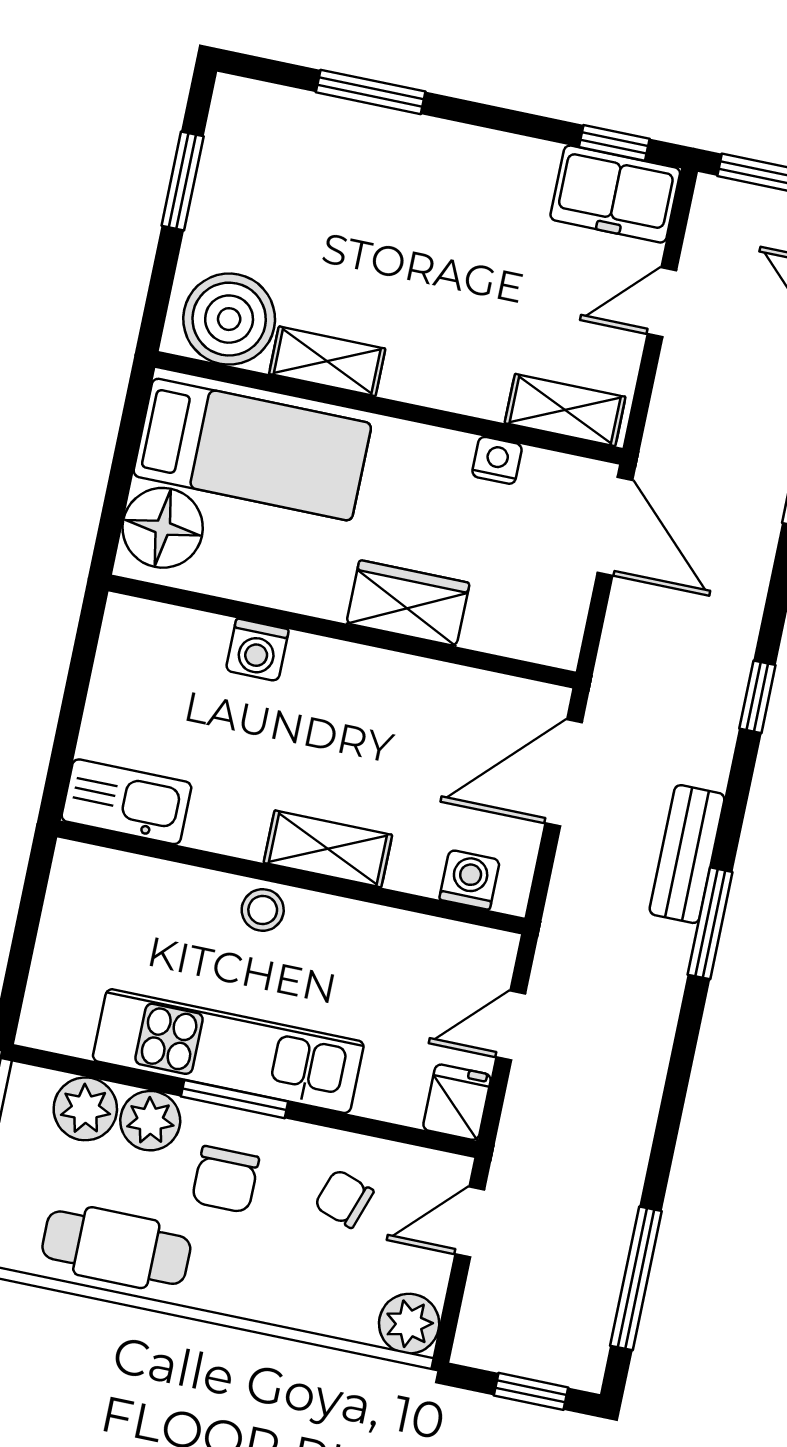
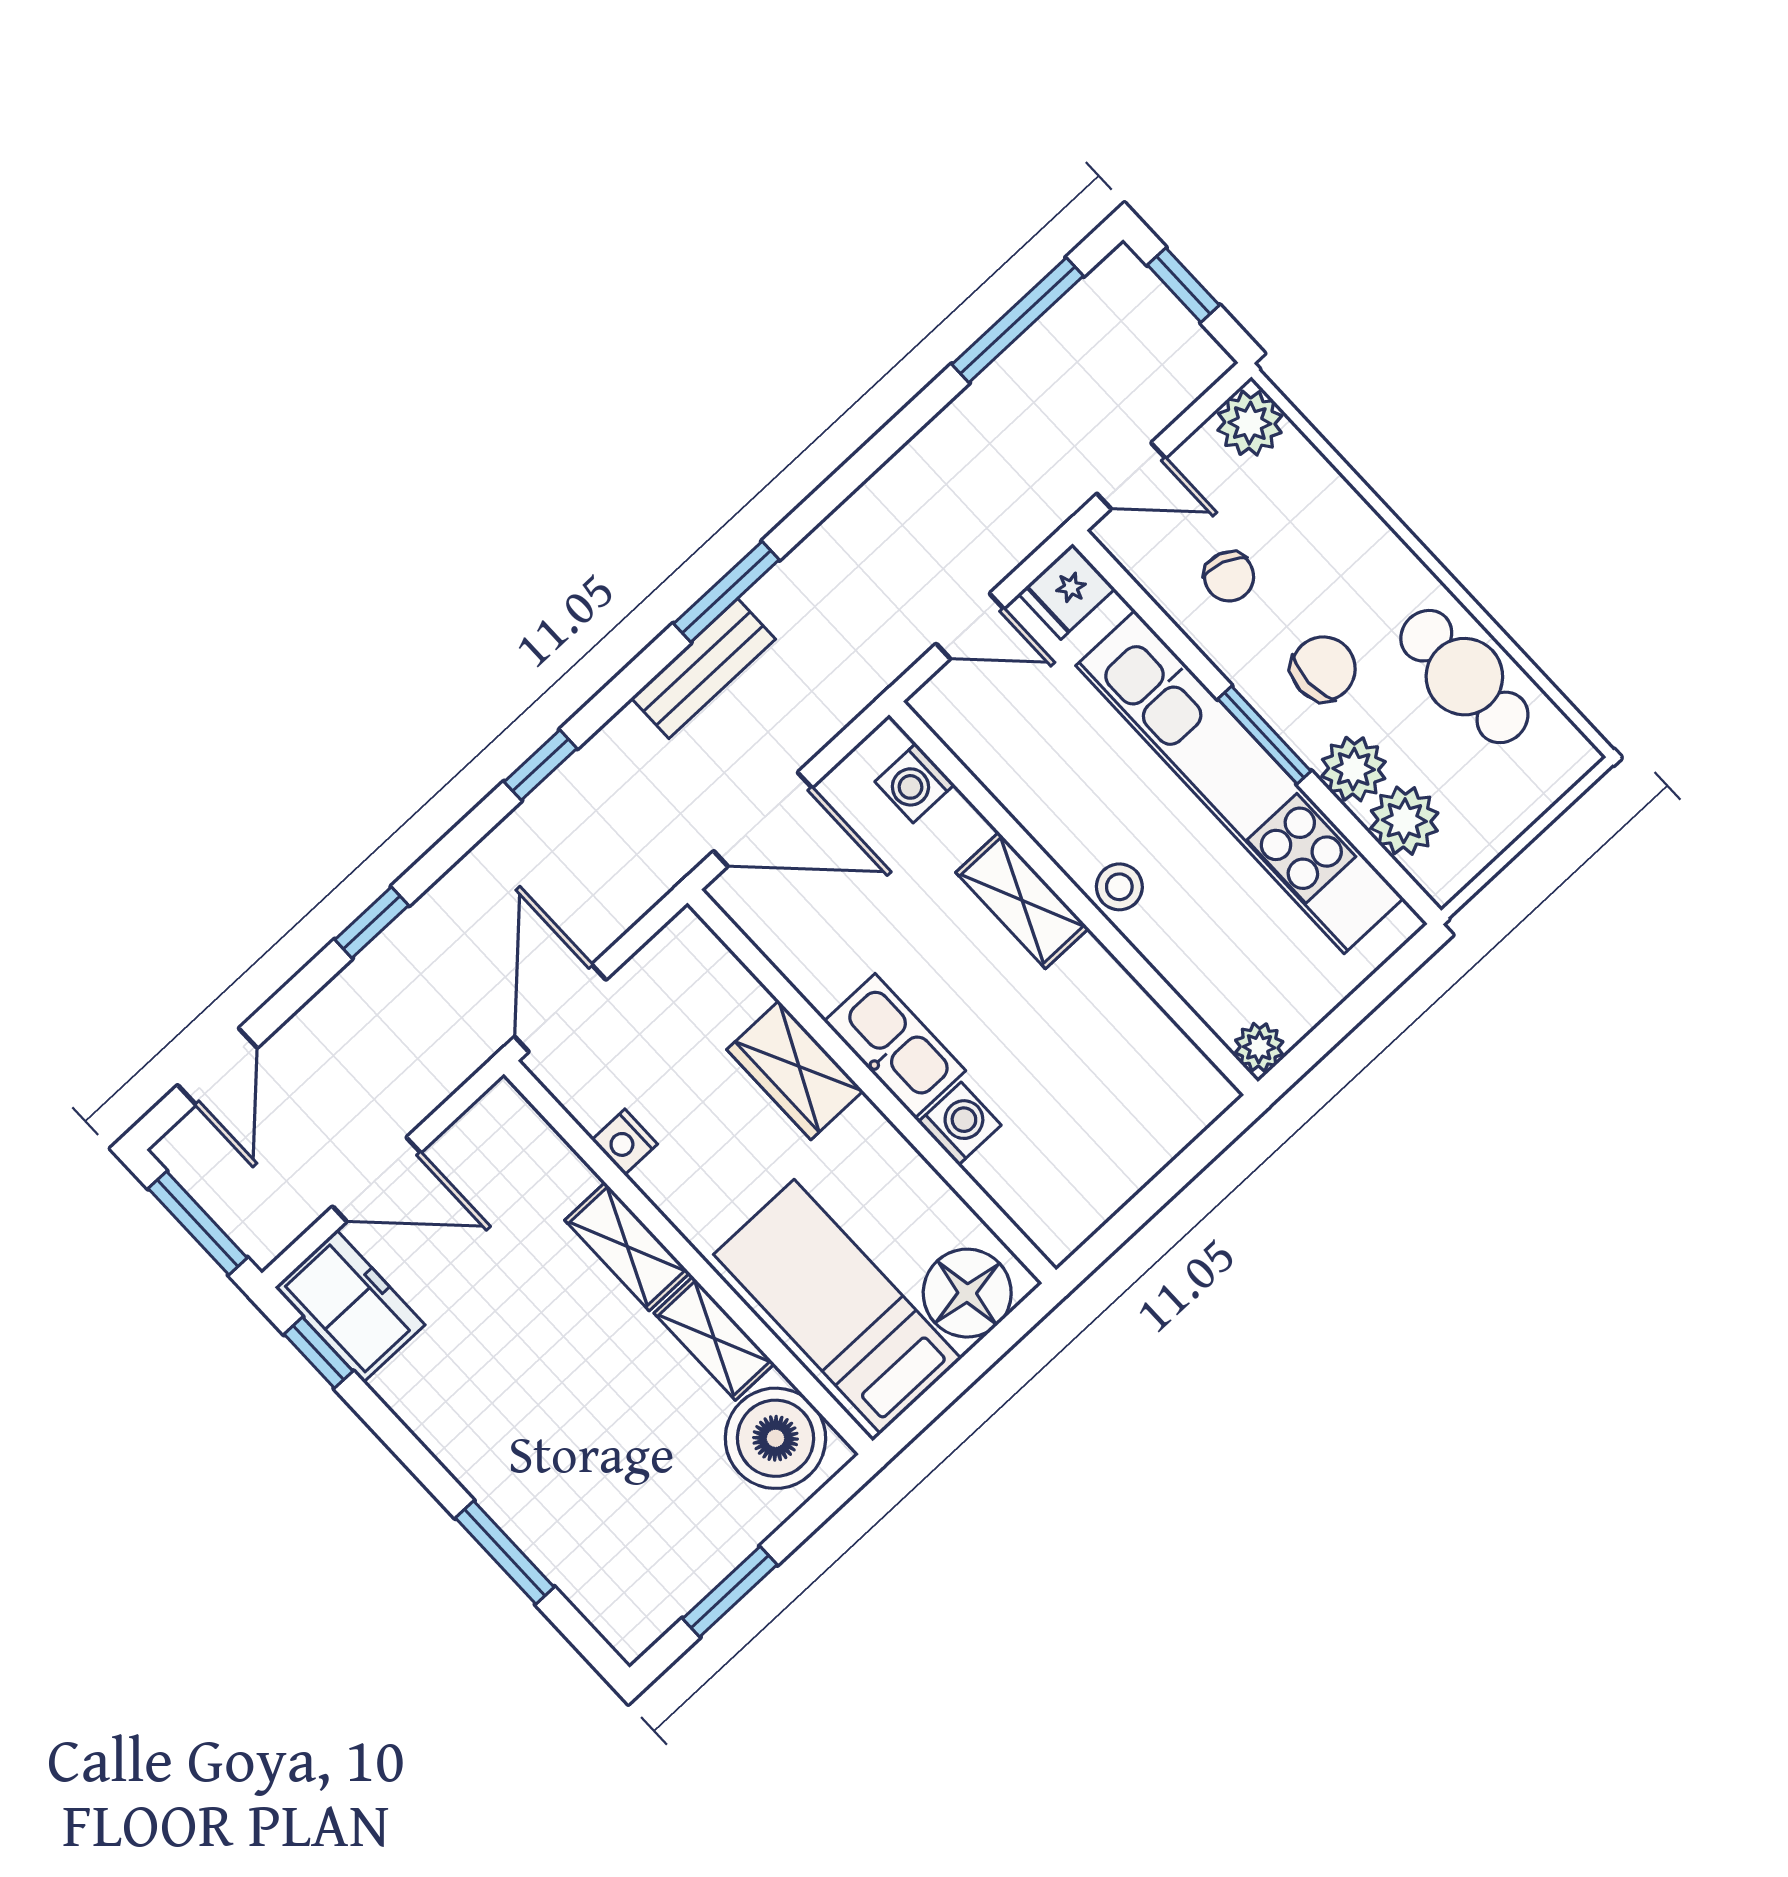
door: (662, 302) -> (377, 1179), width x1.38
shelving: (565, 410) -> (627, 1247), moved
kitchen sink: (126, 802) -> (895, 1046), moved, turned 180
plant: (74, 864) -> (1259, 1047), added
kitchen unit: (228, 1051) -> (1240, 782), width x1.36

